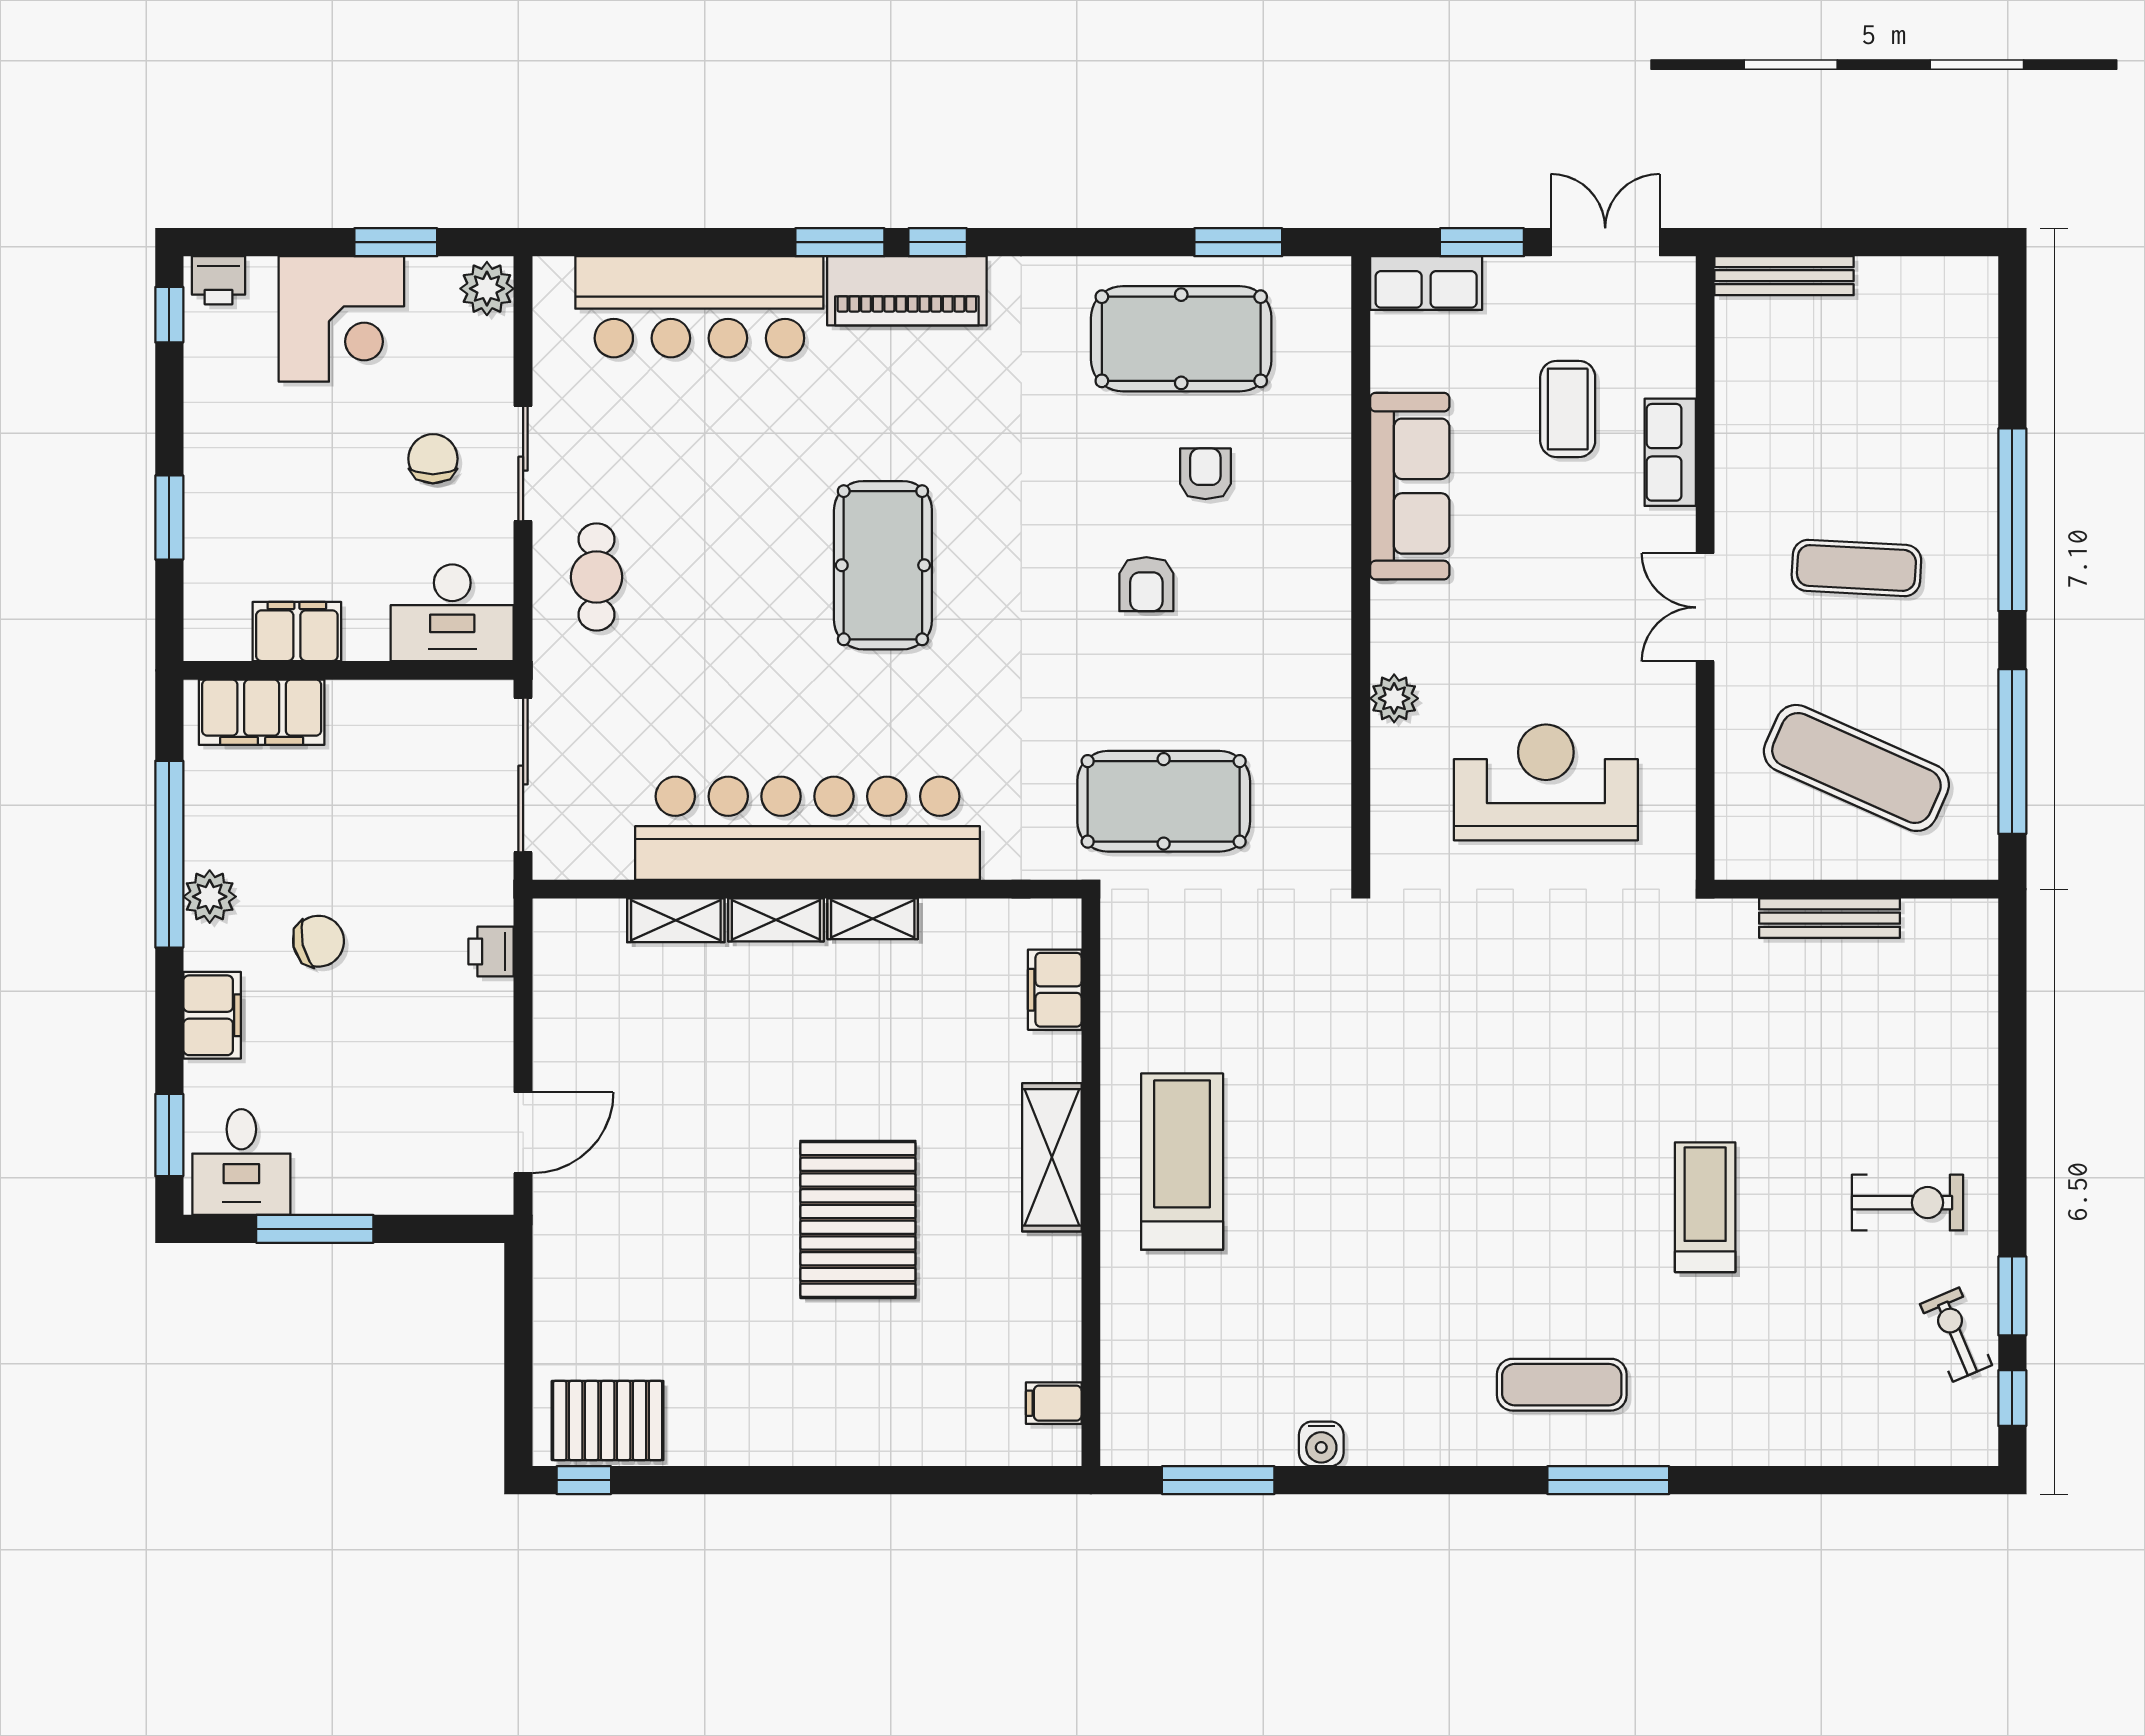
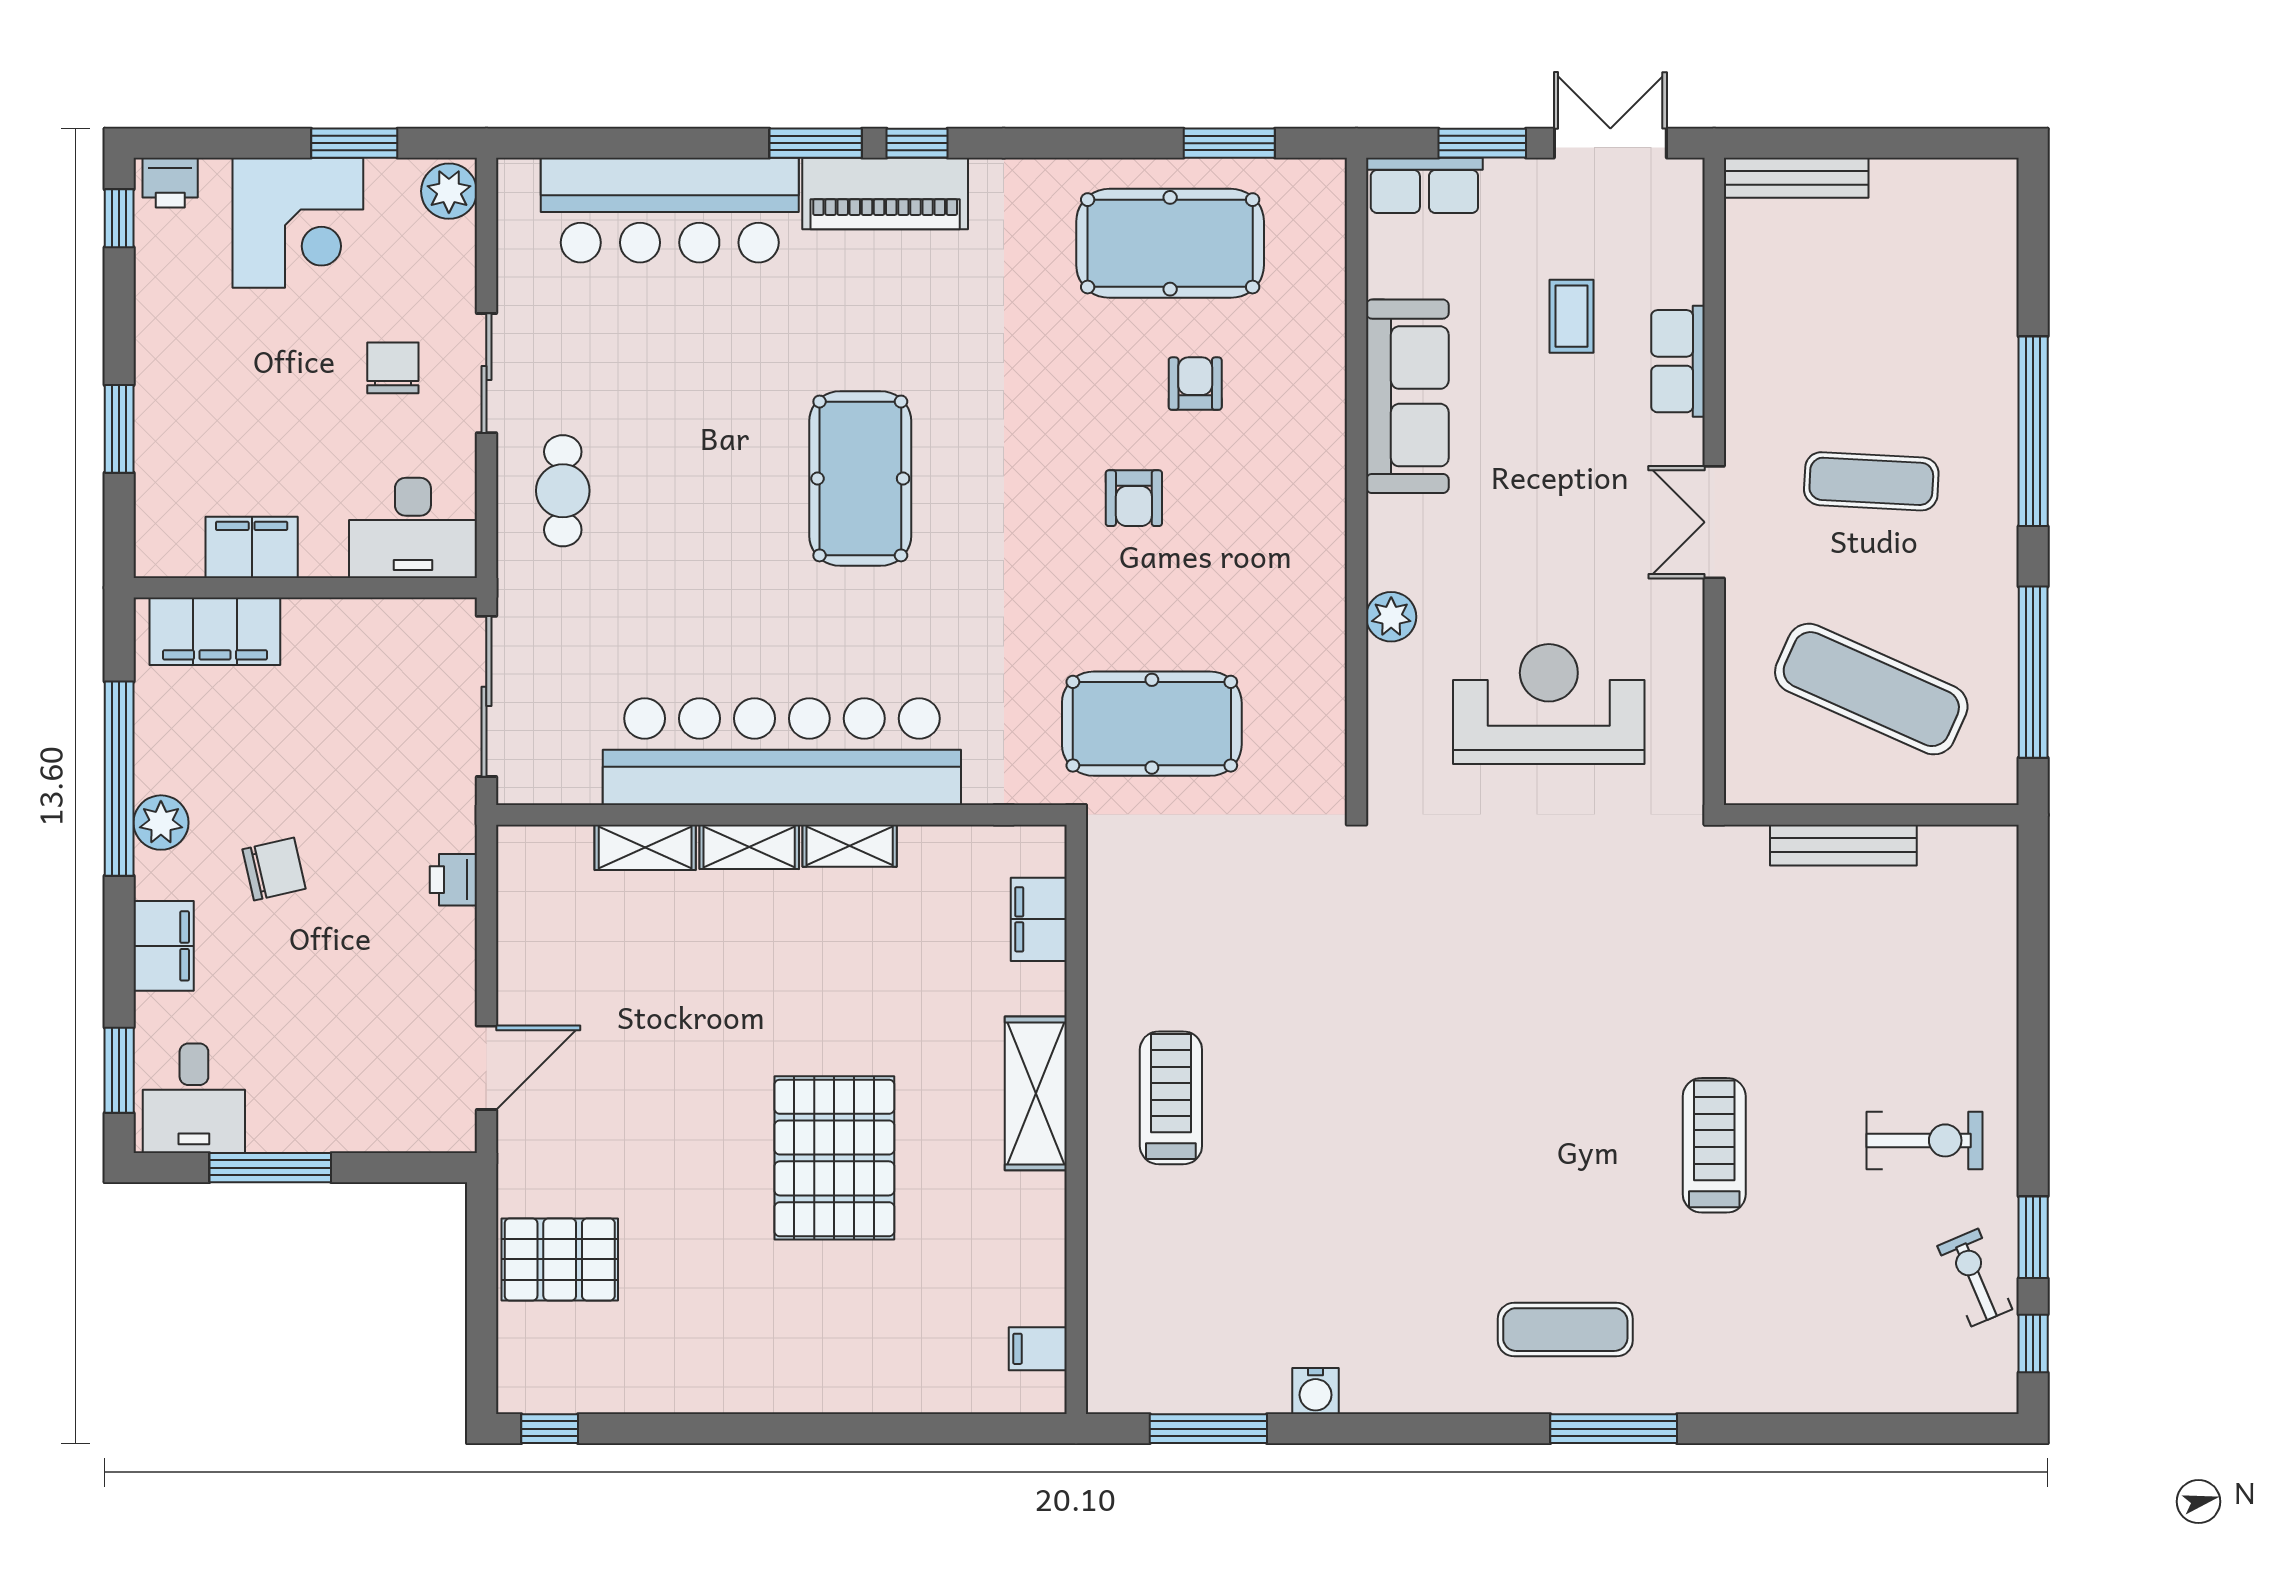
coffee table: (1568, 409) -> (1571, 316), width x0.73, depth x0.77
treadmill: (1182, 1162) -> (1171, 1098), width x0.73, depth x0.73
pallet: (608, 1421) -> (560, 1259), moved

